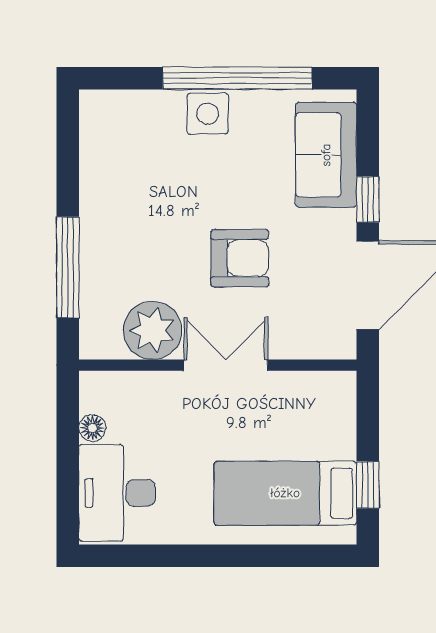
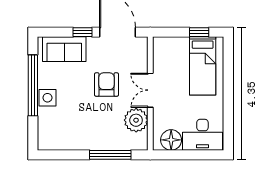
floor lamp: (92, 428) -> (171, 140), width x1.89, depth x1.89

